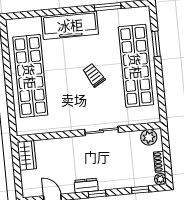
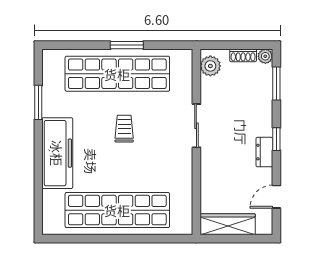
window: (156, 44) -> (127, 45), moved
trolley: (94, 75) -> (124, 129), turned 121
wardrobe: (27, 155) -> (228, 224), width x1.50
window: (140, 190) -> (276, 84), width x1.50

